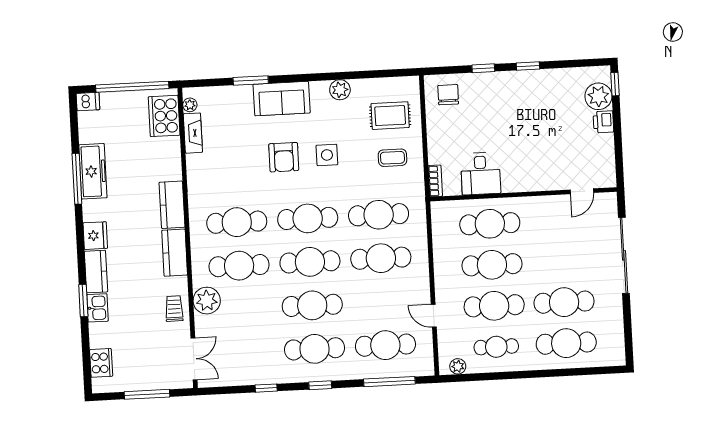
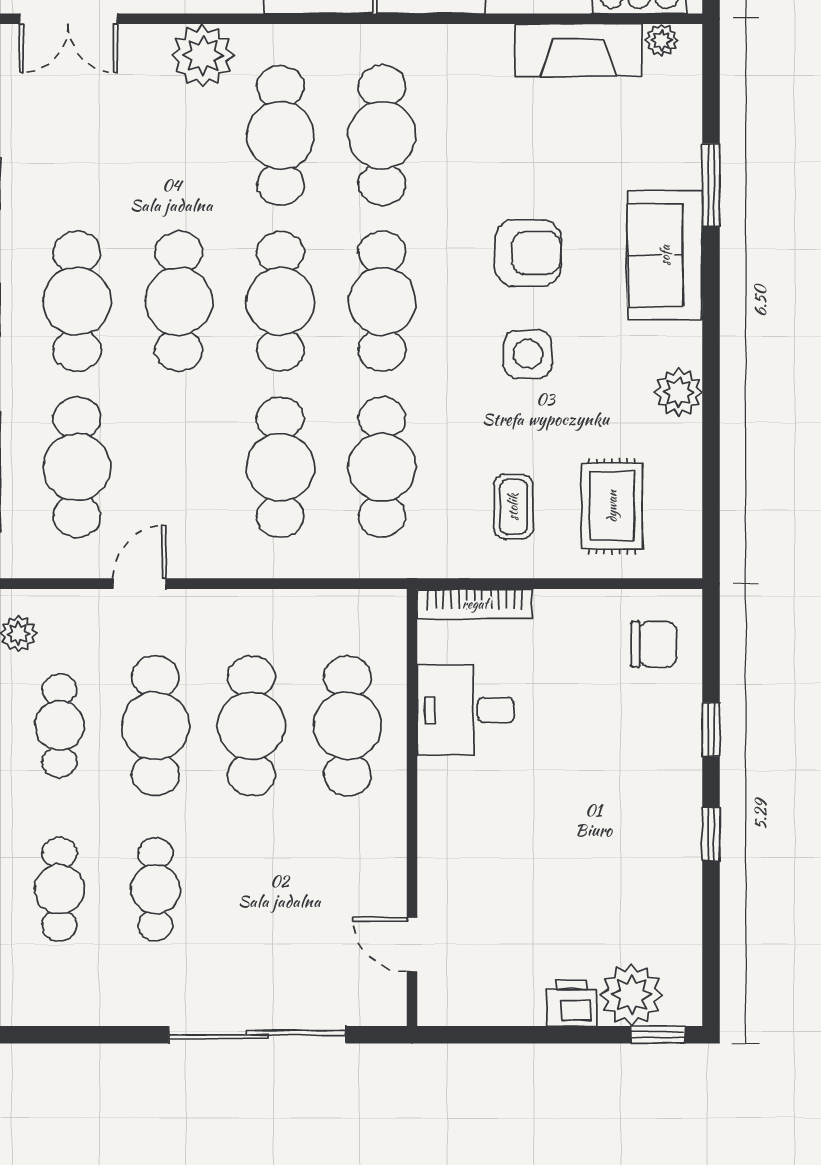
fireplace: (193, 133) -> (578, 50), width x1.37, depth x1.32
armchair: (284, 157) -> (528, 253), turned 180
bookcase: (435, 181) -> (475, 604), width x1.56
cafe table: (564, 302) -> (155, 889), width x0.73, depth x0.74
cafe table: (566, 343) -> (59, 889), width x0.73, depth x0.74

